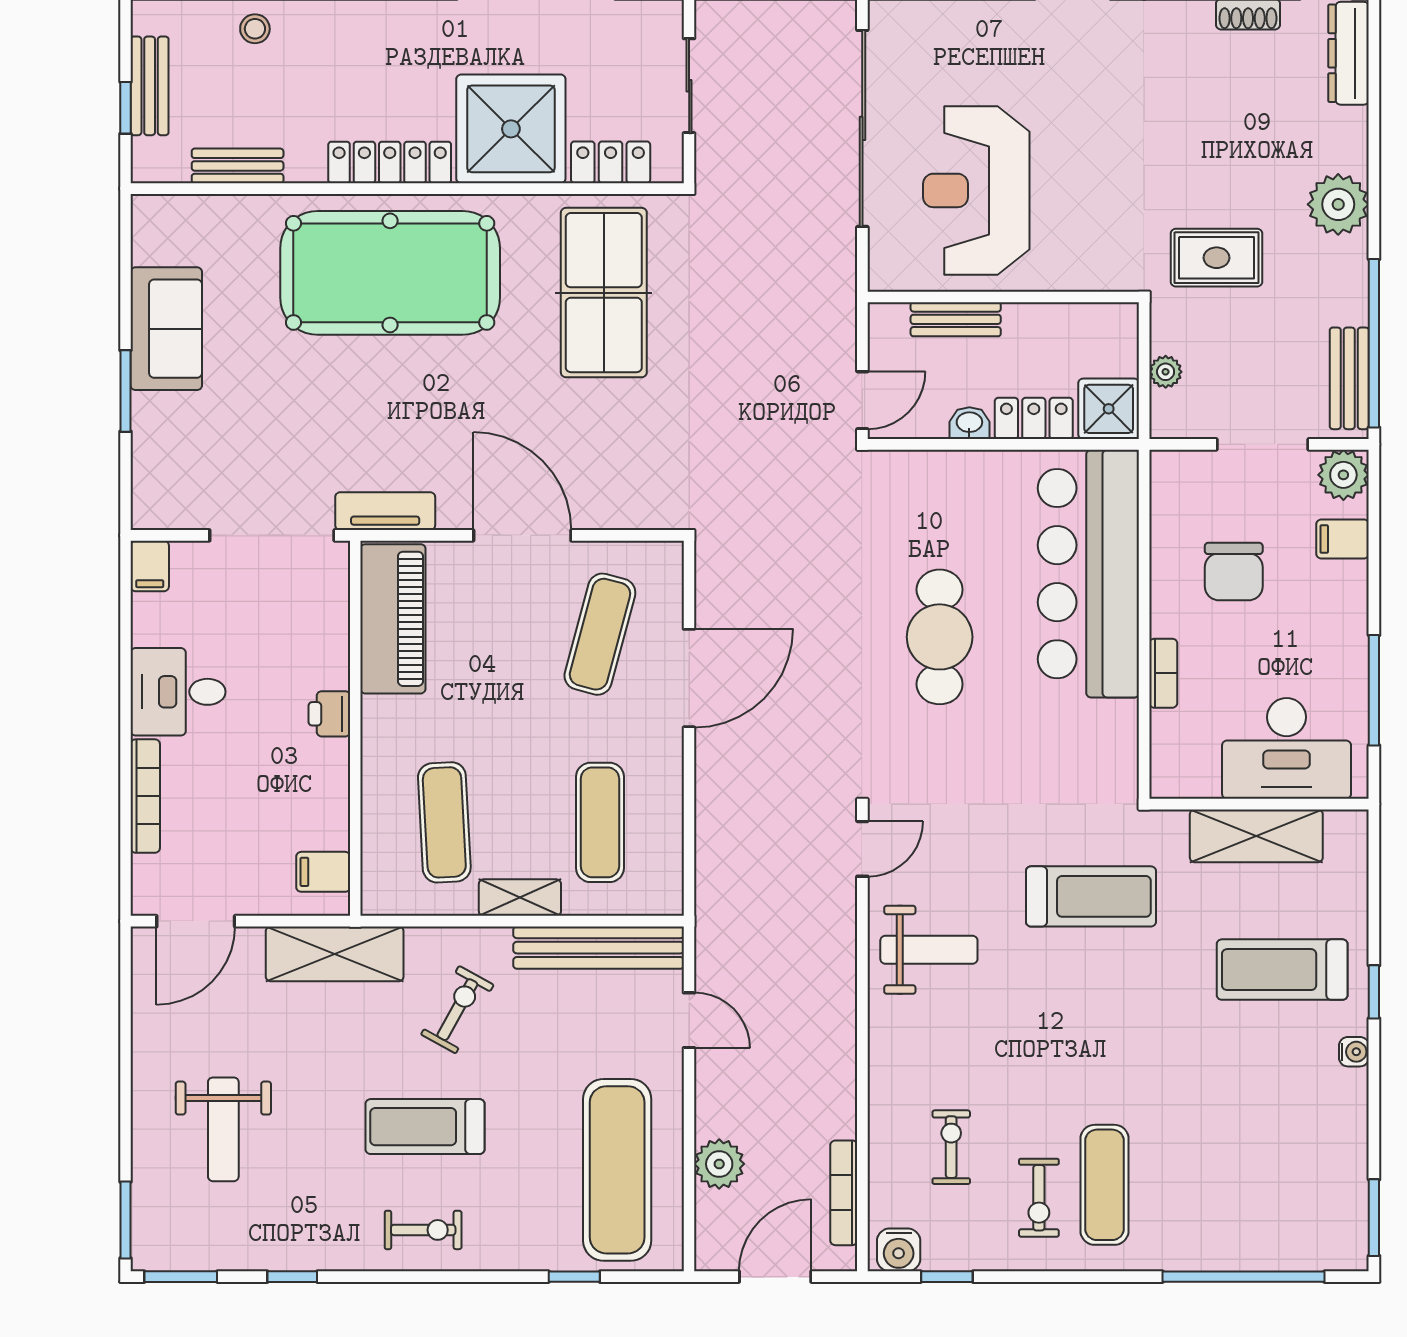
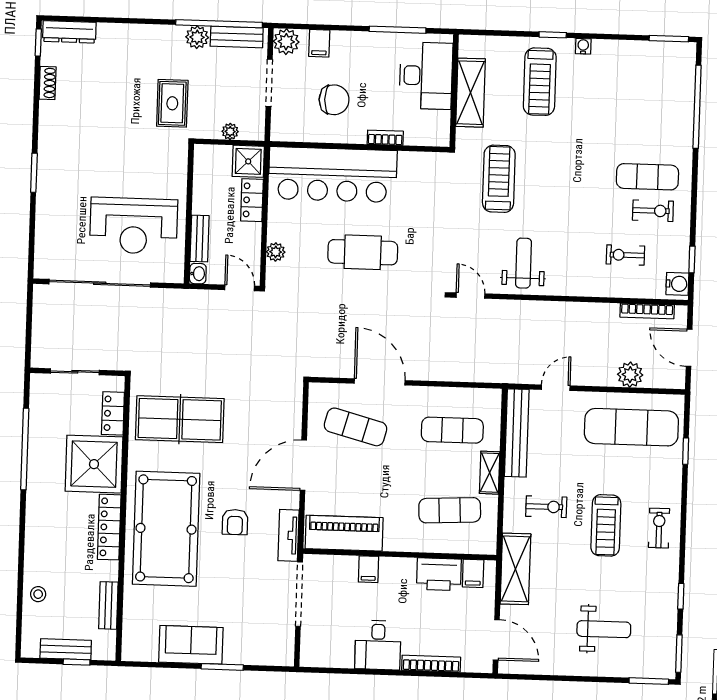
plant: (1338, 204) -> (197, 37), moved, width x0.73, depth x0.73
armchair: (408, 406) -> (235, 522), added
washbasin: (969, 423) -> (198, 274), moved, turned 180
plant: (935, 468) -> (276, 252), added
filing cabinet: (150, 566) -> (368, 569), moved, turned 90
printer: (329, 714) -> (439, 574), moved, width x1.87, depth x1.48
exercise bike: (457, 1010) -> (546, 507), turned 151

